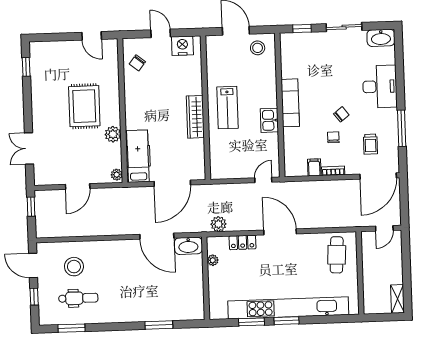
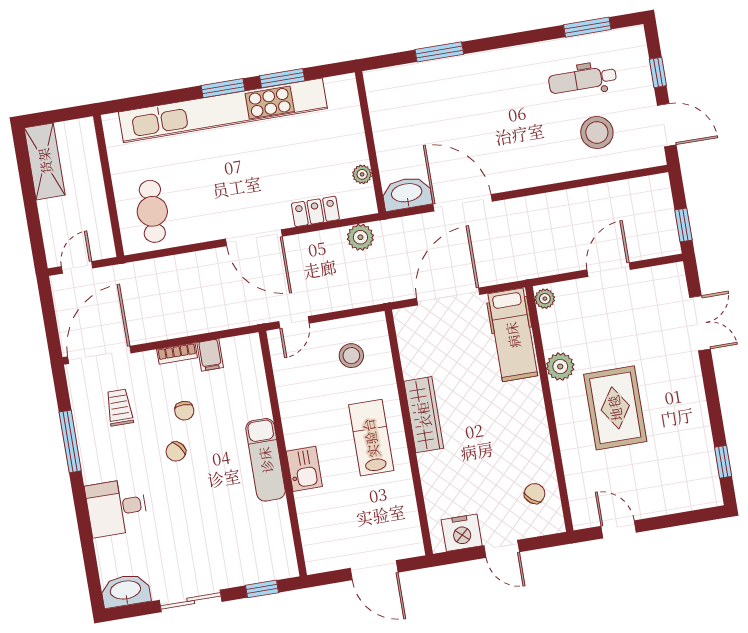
stool: (258, 48) -> (351, 356), moved
desk: (380, 87) -> (117, 508), width x0.73
kitchen sink: (269, 120) -> (304, 469), moved
shelving: (397, 299) -> (45, 161), width x1.50, depth x1.33

